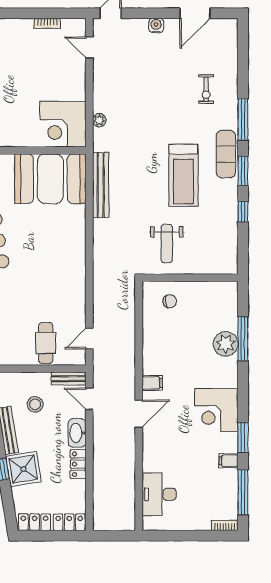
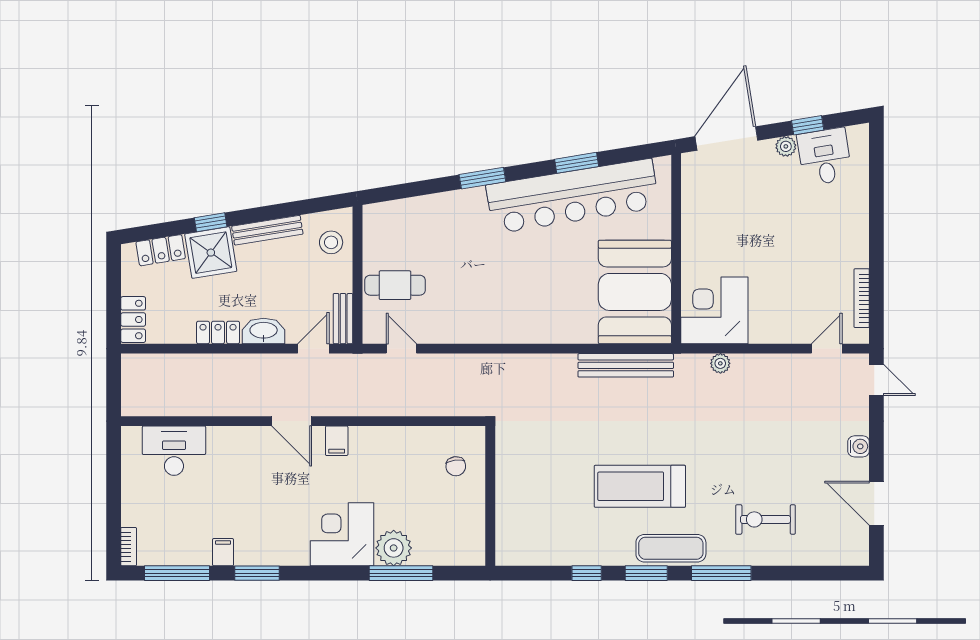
bookcase: (47, 23) -> (862, 298), width x1.56
exercise bike: (206, 89) -> (765, 519), width x1.38, depth x1.39
weight bench: (167, 244) -> (540, 462), removed
stool: (35, 404) -> (331, 242), moved
corner desk: (216, 410) -> (342, 534), moved
locker: (34, 522) -> (161, 250), moved, turned 81

